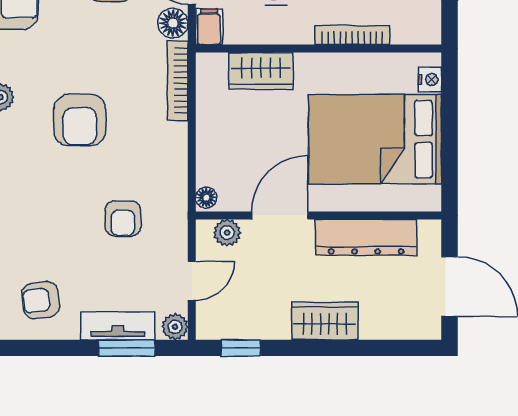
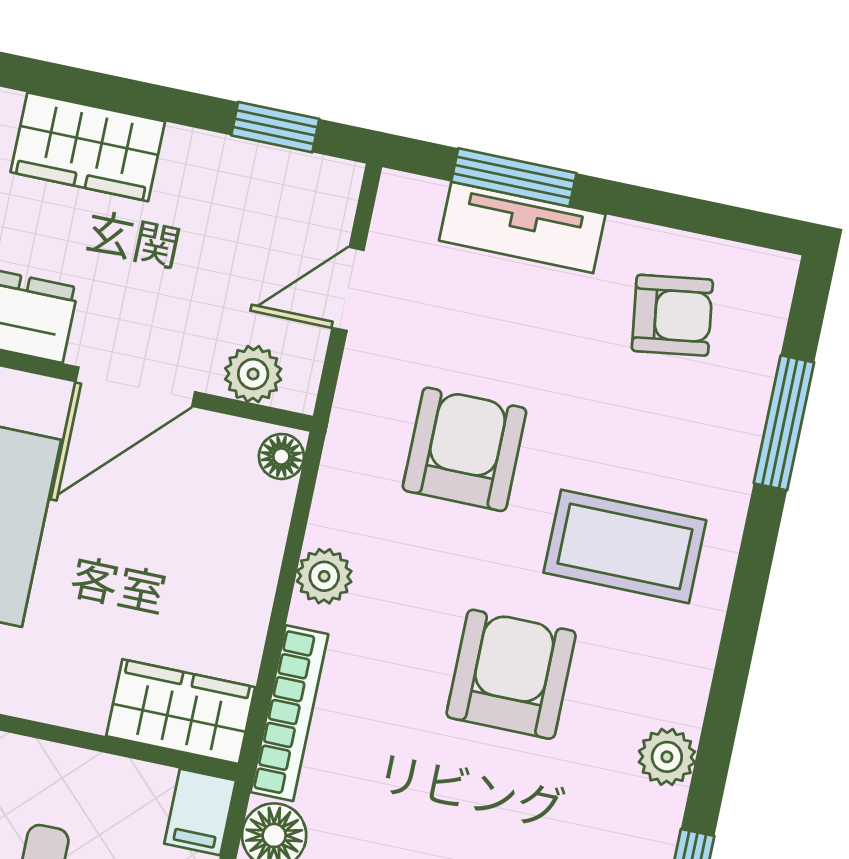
wardrobe: (261, 71) -> (181, 712), moved
coffee table: (40, 190) -> (625, 546), added
armchair: (123, 219) -> (465, 449), width x1.38, depth x1.38
plant: (175, 327) -> (324, 576), moved

